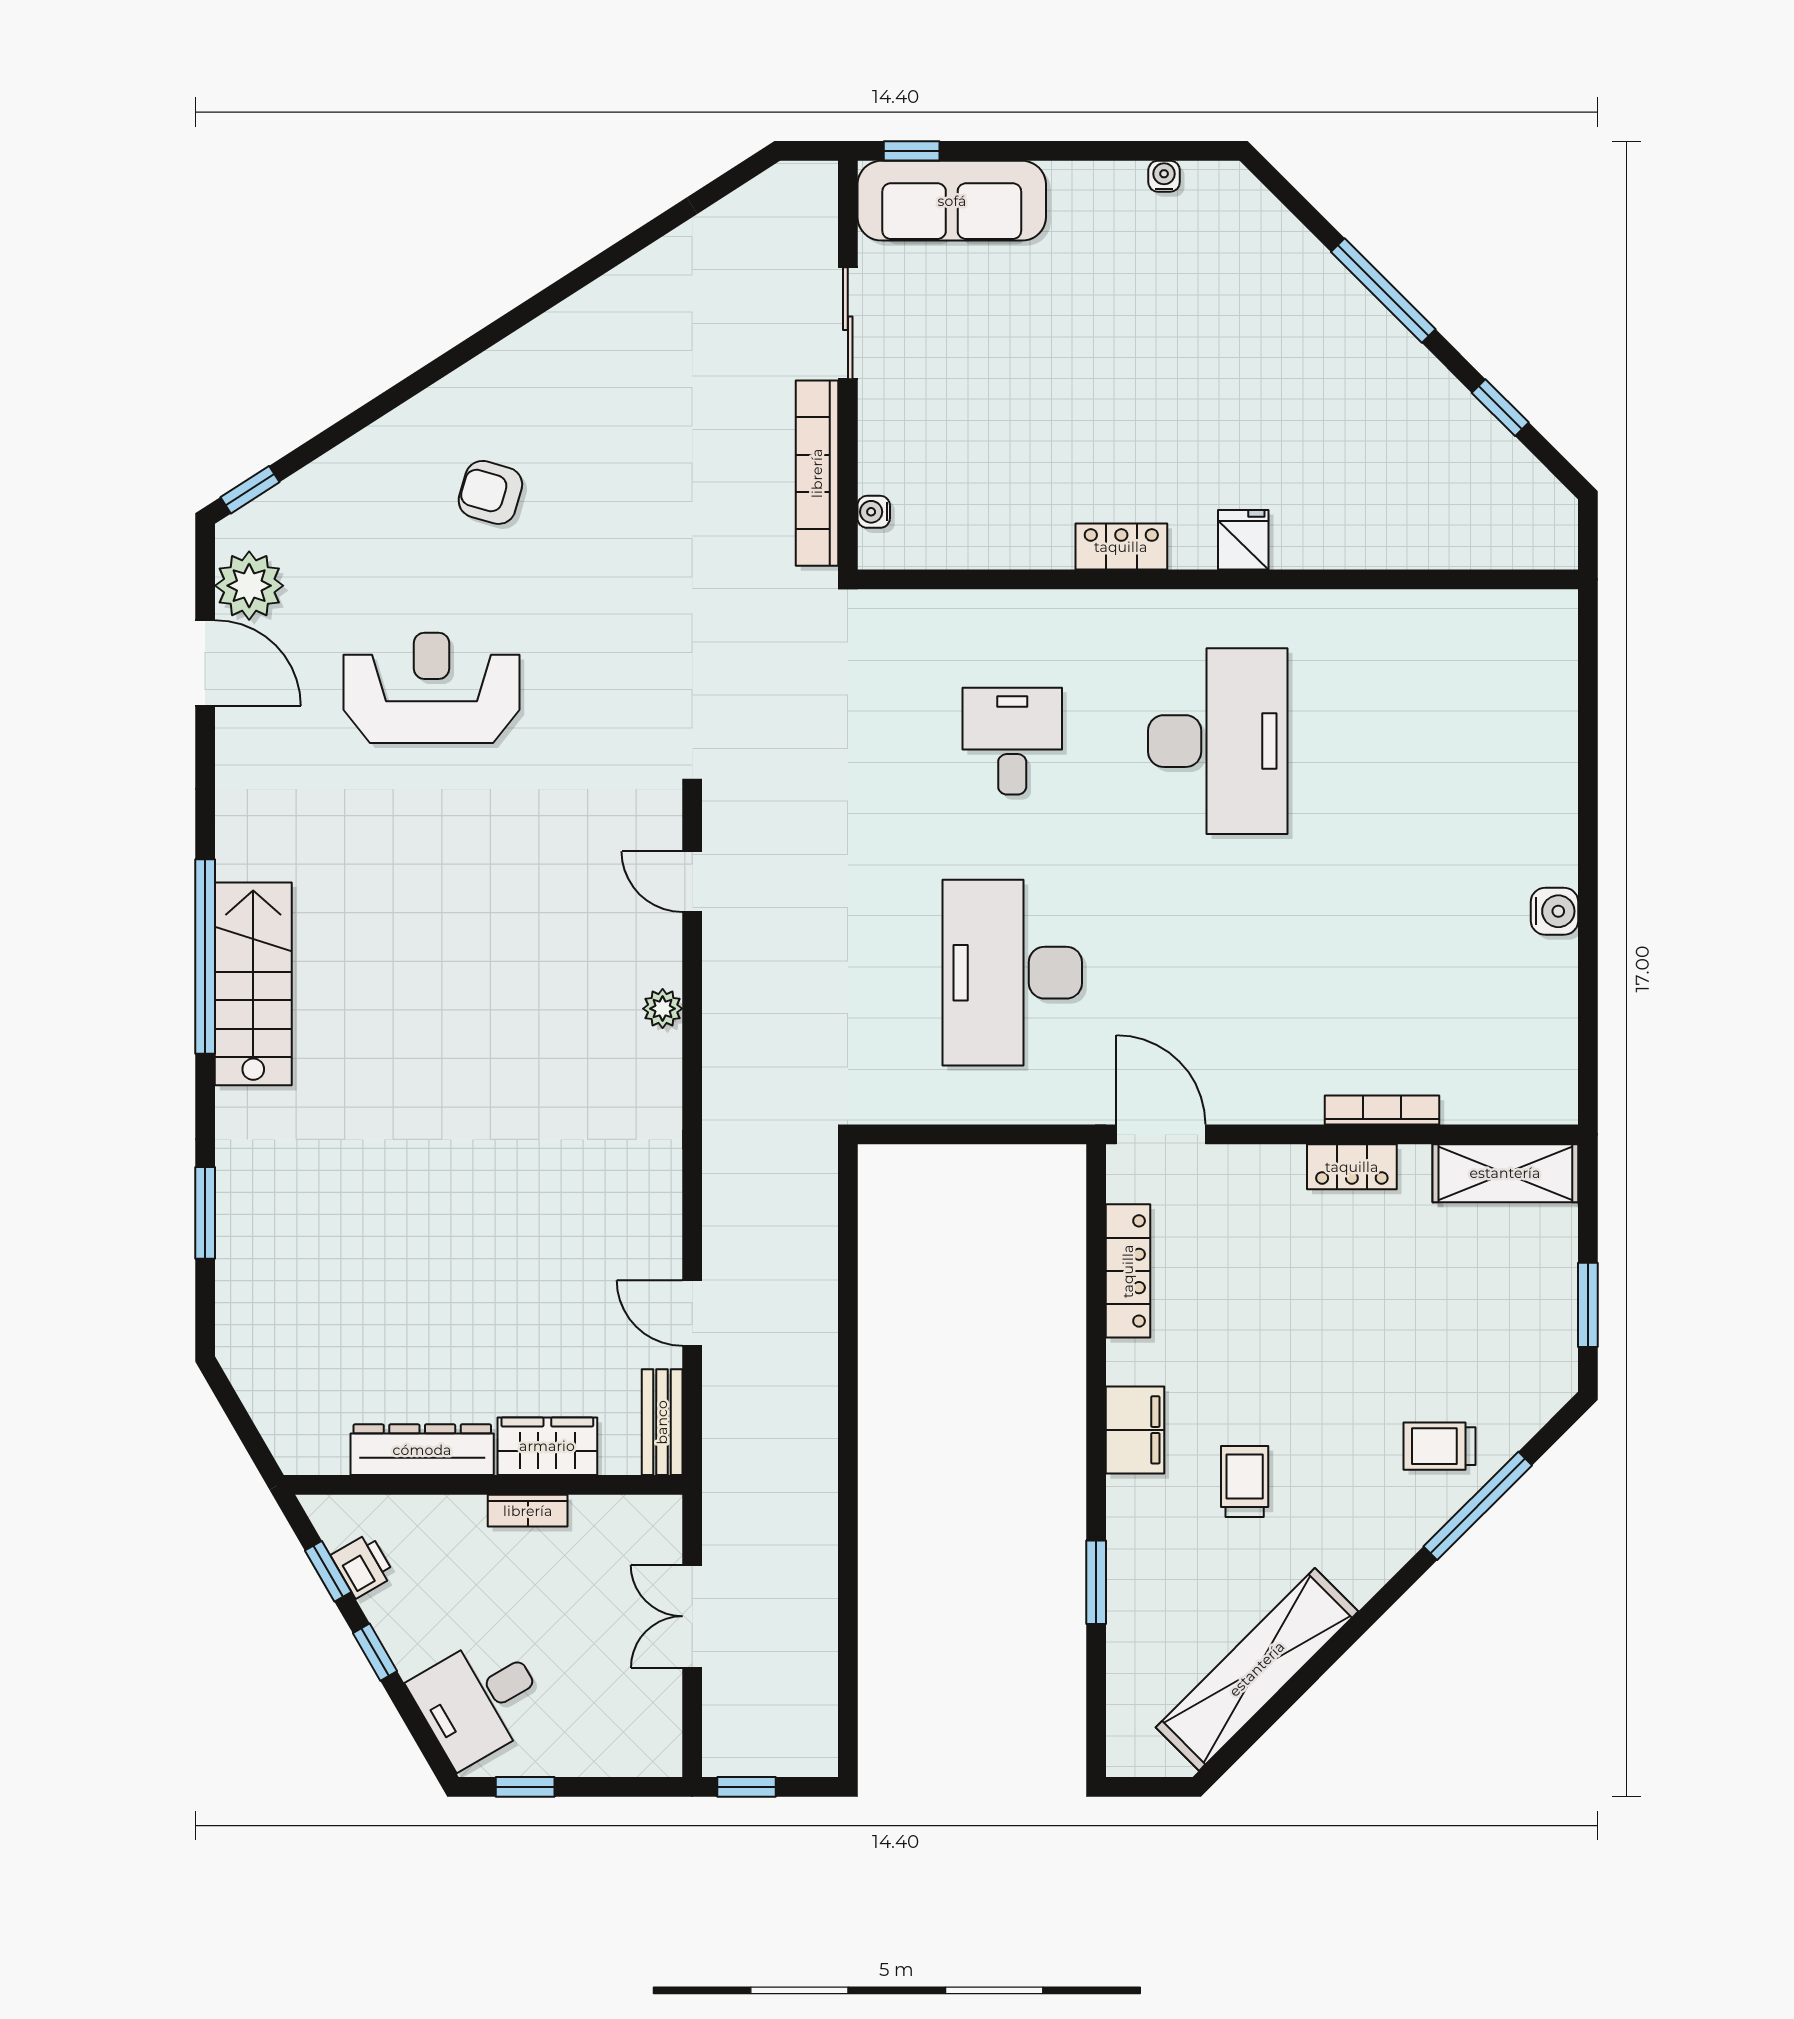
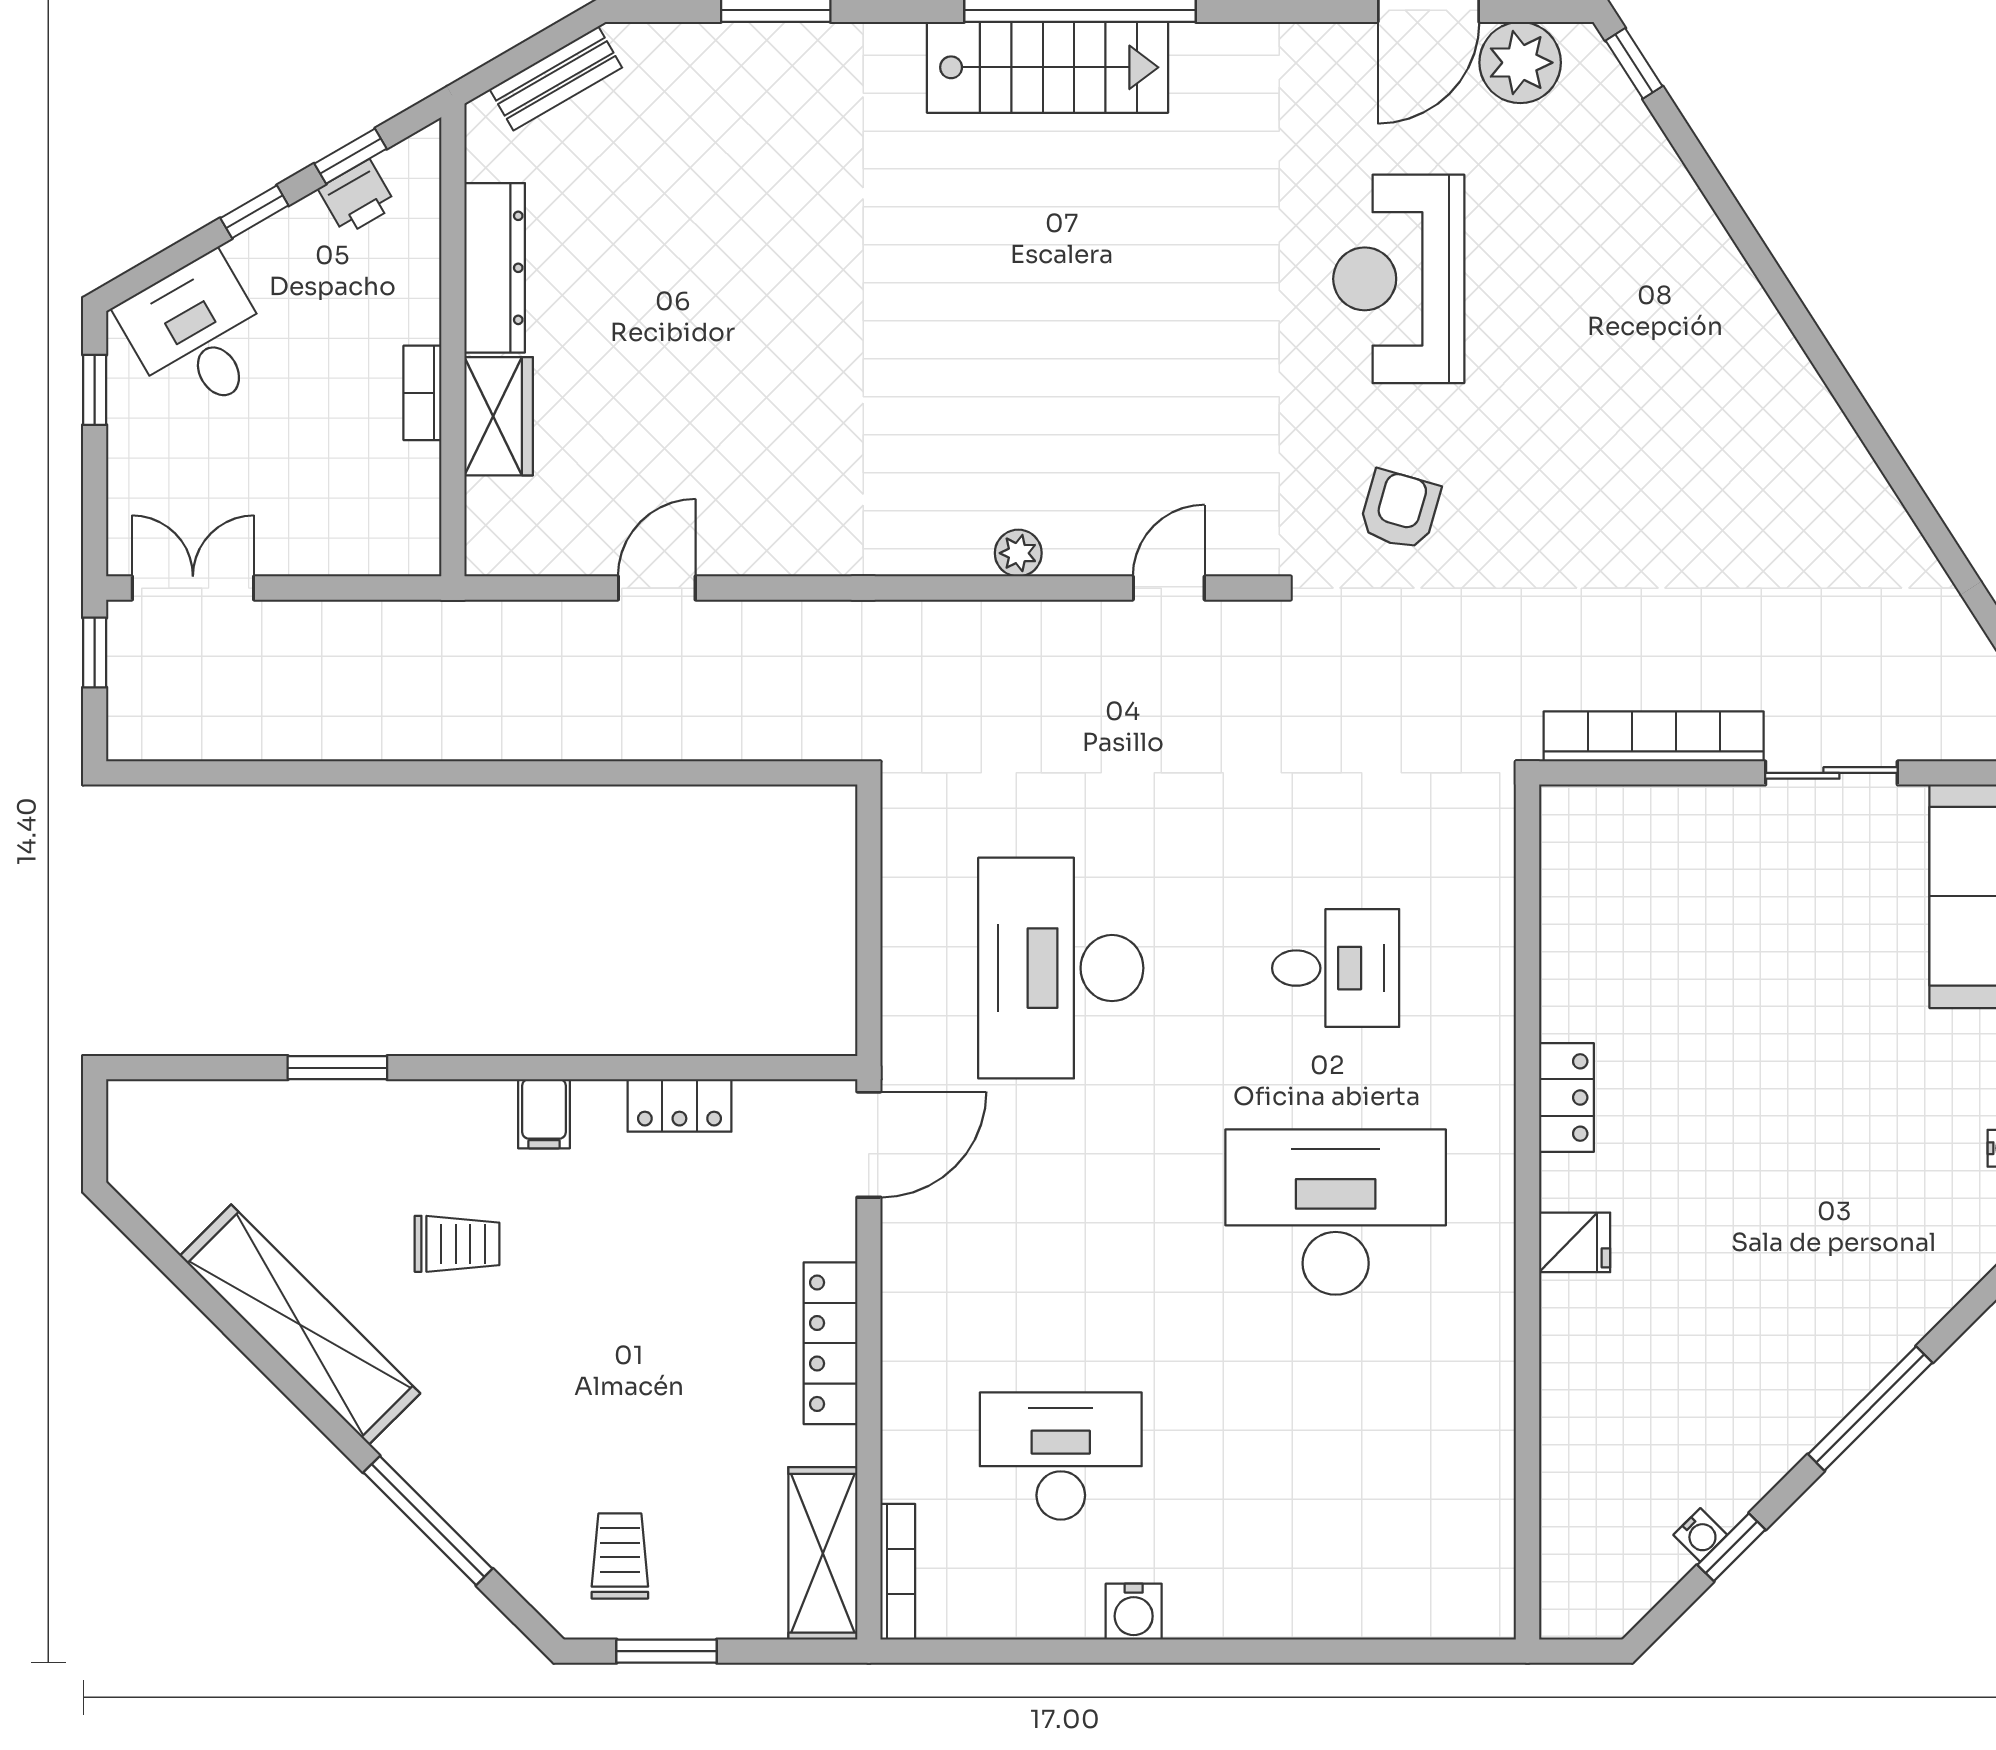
armchair: (490, 492) -> (1400, 510), moved
water cooler: (874, 512) -> (1700, 1535), moved, turned 135
reception desk: (431, 688) -> (1399, 279), turned 180
desk: (1218, 741) -> (1336, 1212), turned 180
desk: (1012, 973) -> (1061, 968), turned -90
desk: (1423, 973) -> (1061, 1456), added
bookcase: (1382, 1110) -> (898, 1572), moved
locker: (1352, 1167) -> (831, 1343), width x1.53
locker: (1128, 1271) -> (679, 1105), width x0.66
bench: (662, 1422) -> (556, 78), moved, turned -30
filing cabinet: (1135, 1430) -> (544, 1114), width x0.50
trolley: (1439, 1446) -> (620, 1556), moved
double door: (692, 1616) -> (193, 588), moved
shelving: (1257, 1669) -> (300, 1325), moved

